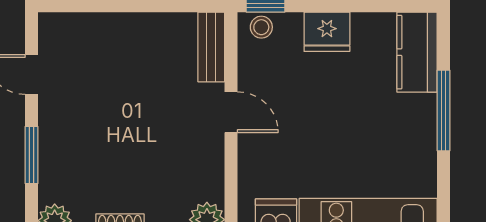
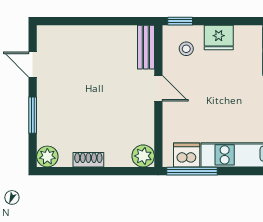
stool: (261, 27) -> (186, 49), moved

